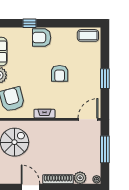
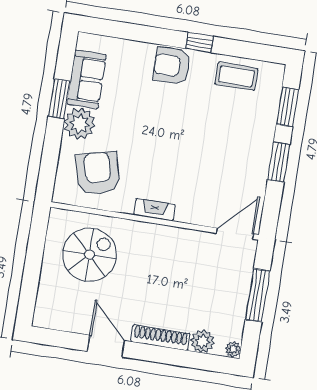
window: (29, 23) -> (200, 42), moved
coffee table: (88, 35) -> (236, 76), moved
window: (105, 49) -> (287, 107), added
armchair: (60, 73) -> (195, 139), removed

